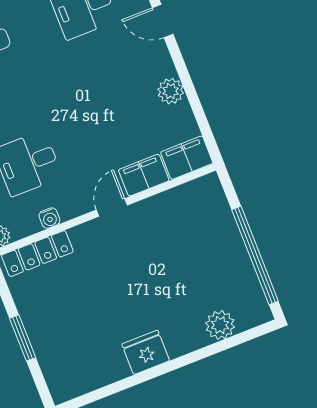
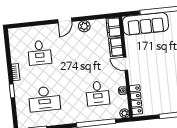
door: (163, 21) -> (65, 20), moved
sofa: (215, 228) -> (146, 24), added

